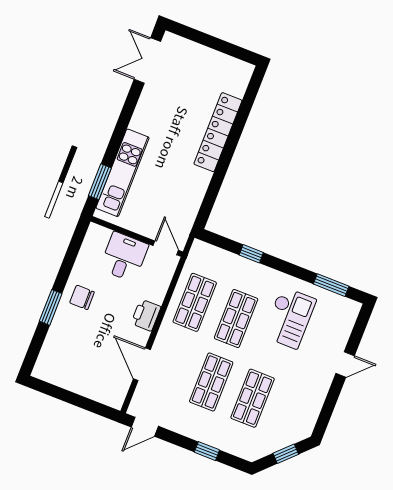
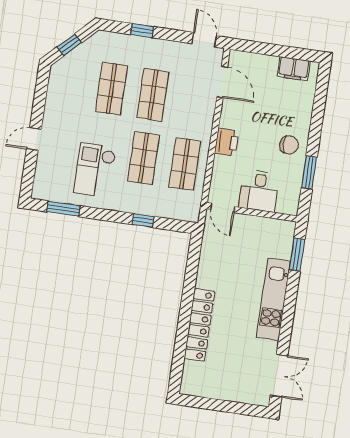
kitchen unit: (123, 173) -> (274, 299), moved
window: (51, 307) -> (309, 172), moved
door: (142, 364) -> (222, 82), moved
filing cabinet: (59, 375) -> (294, 69), added
door: (145, 427) -> (204, 40), hinge flipped

